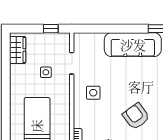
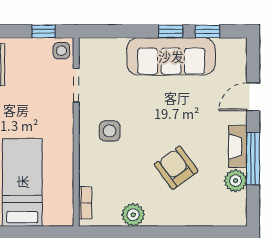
window: (133, 29) -> (171, 31), added
side table: (46, 72) -> (61, 51), moved

